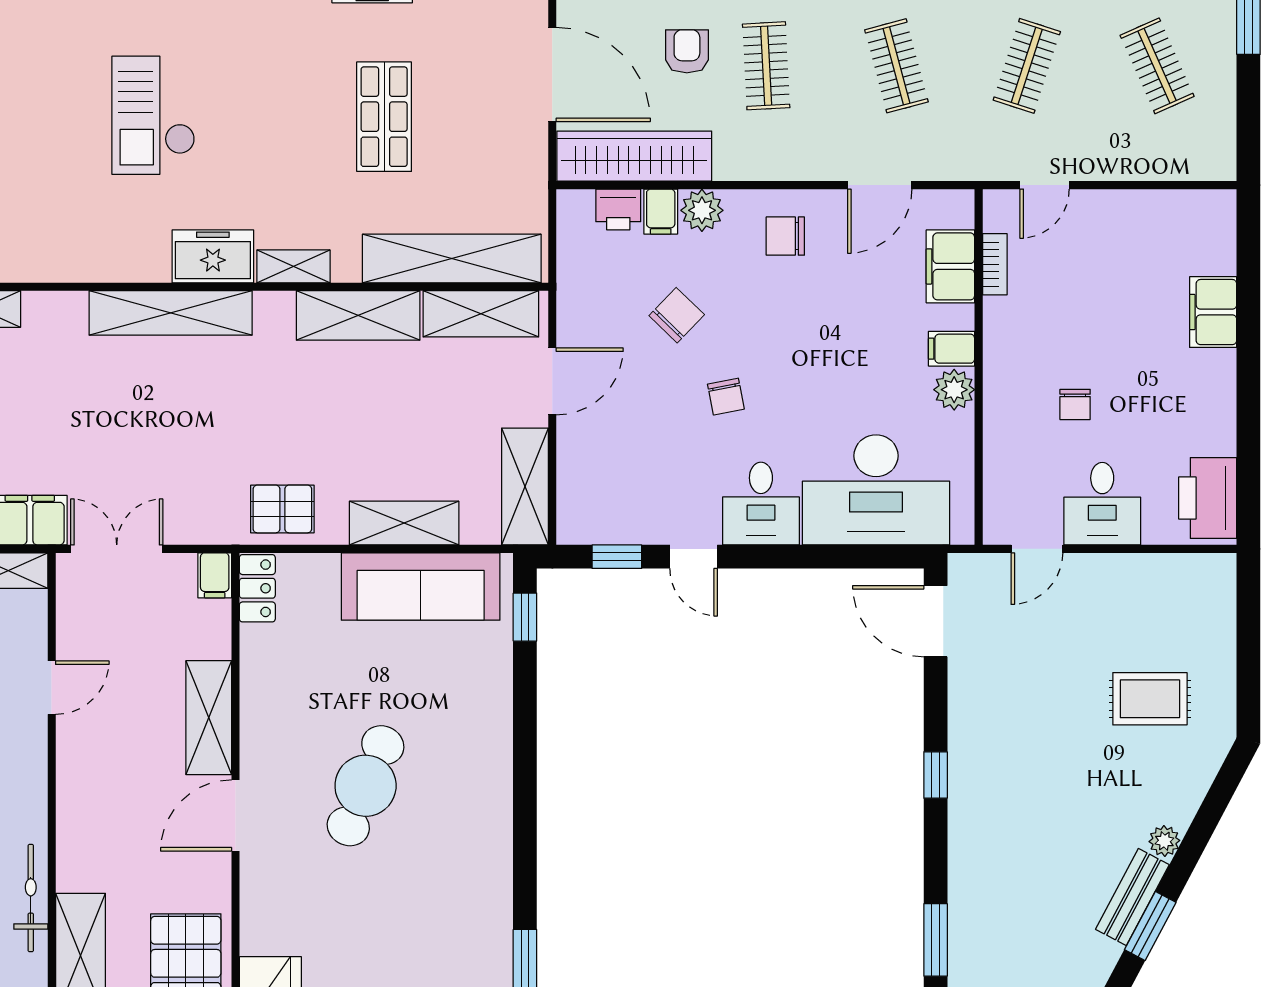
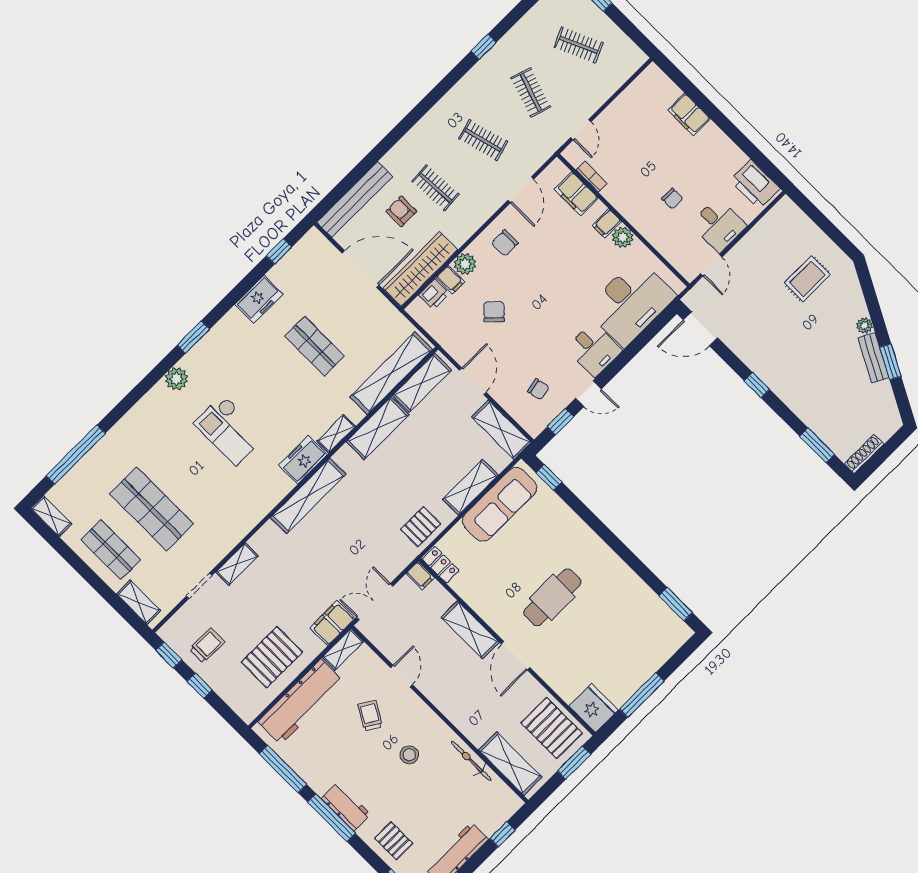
chair: (726, 397) -> (538, 389), moved
cafe table: (366, 786) -> (552, 597), turned 67

